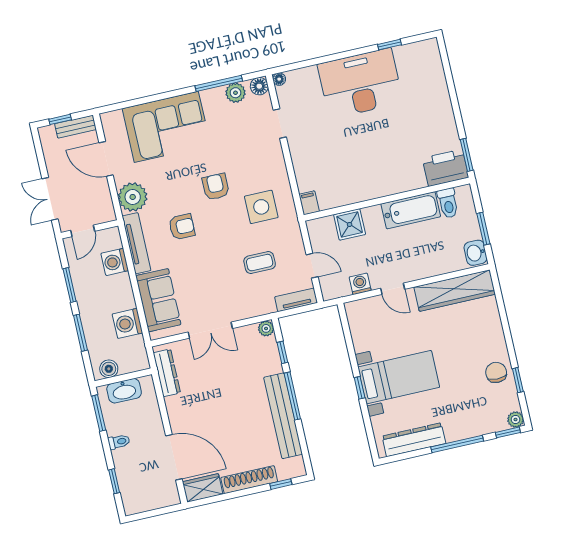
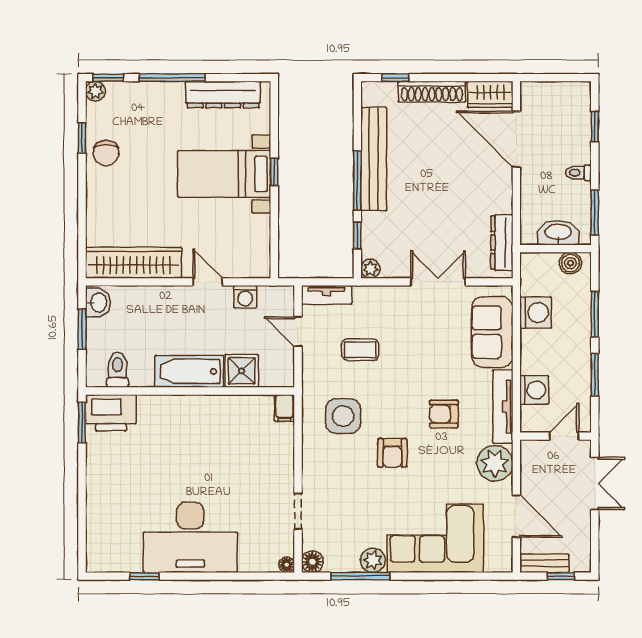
plant: (235, 93) -> (373, 560), moved
bathtub: (411, 210) -> (189, 371), moved

